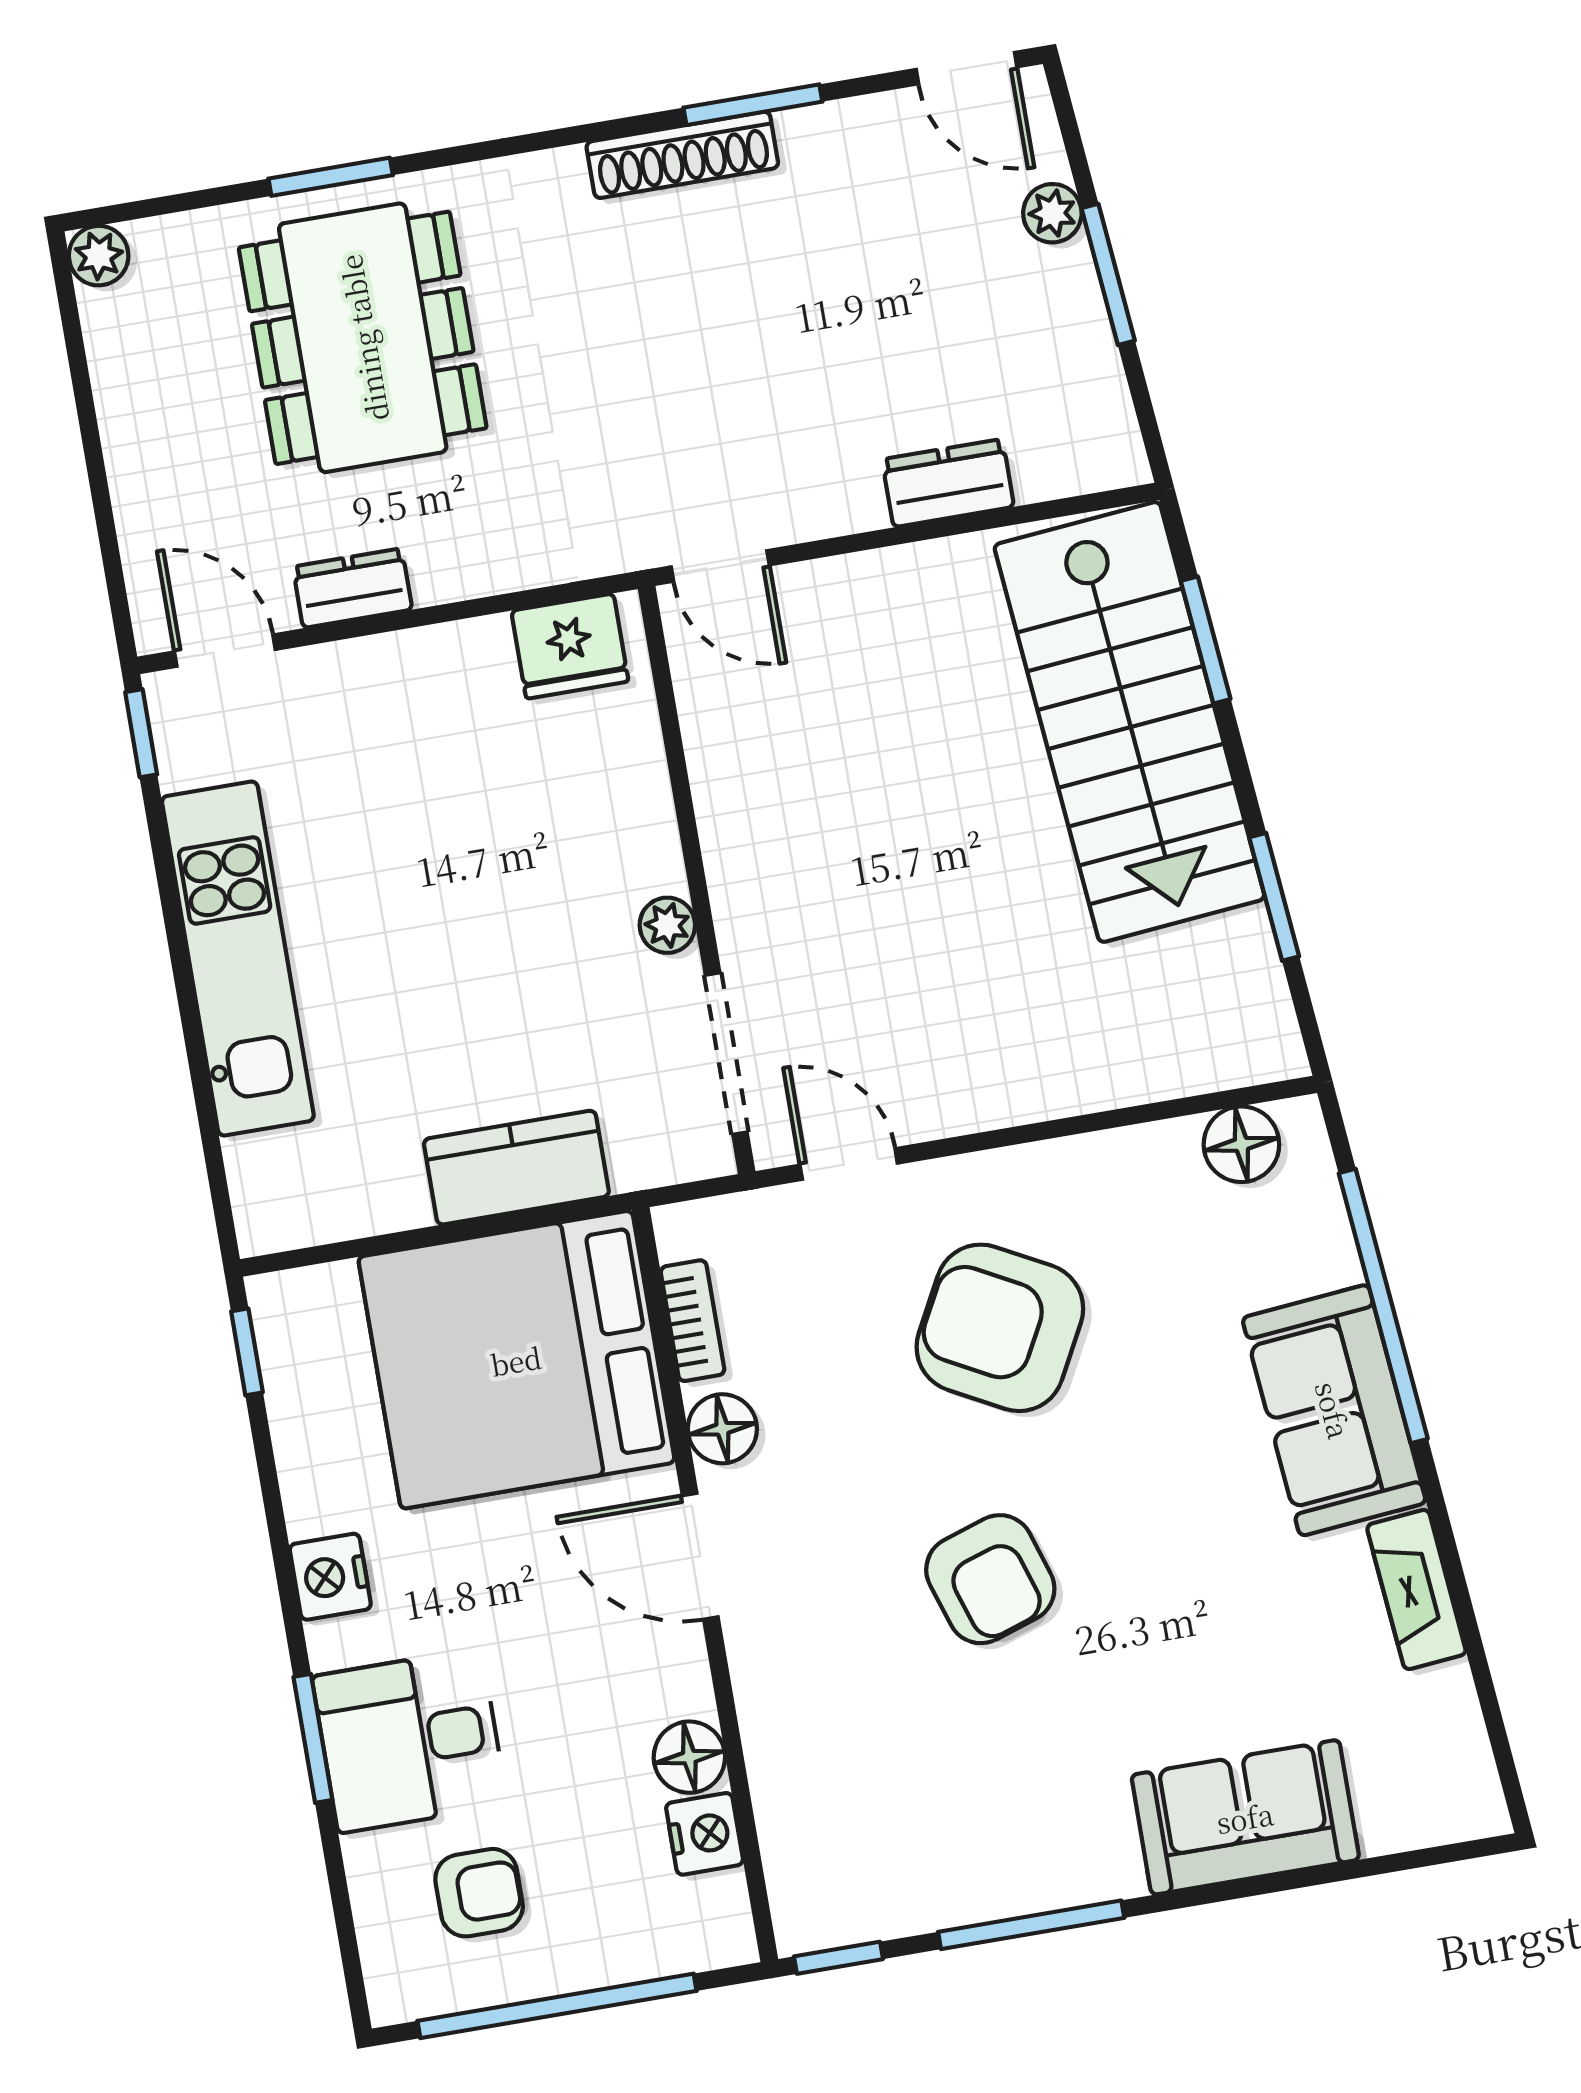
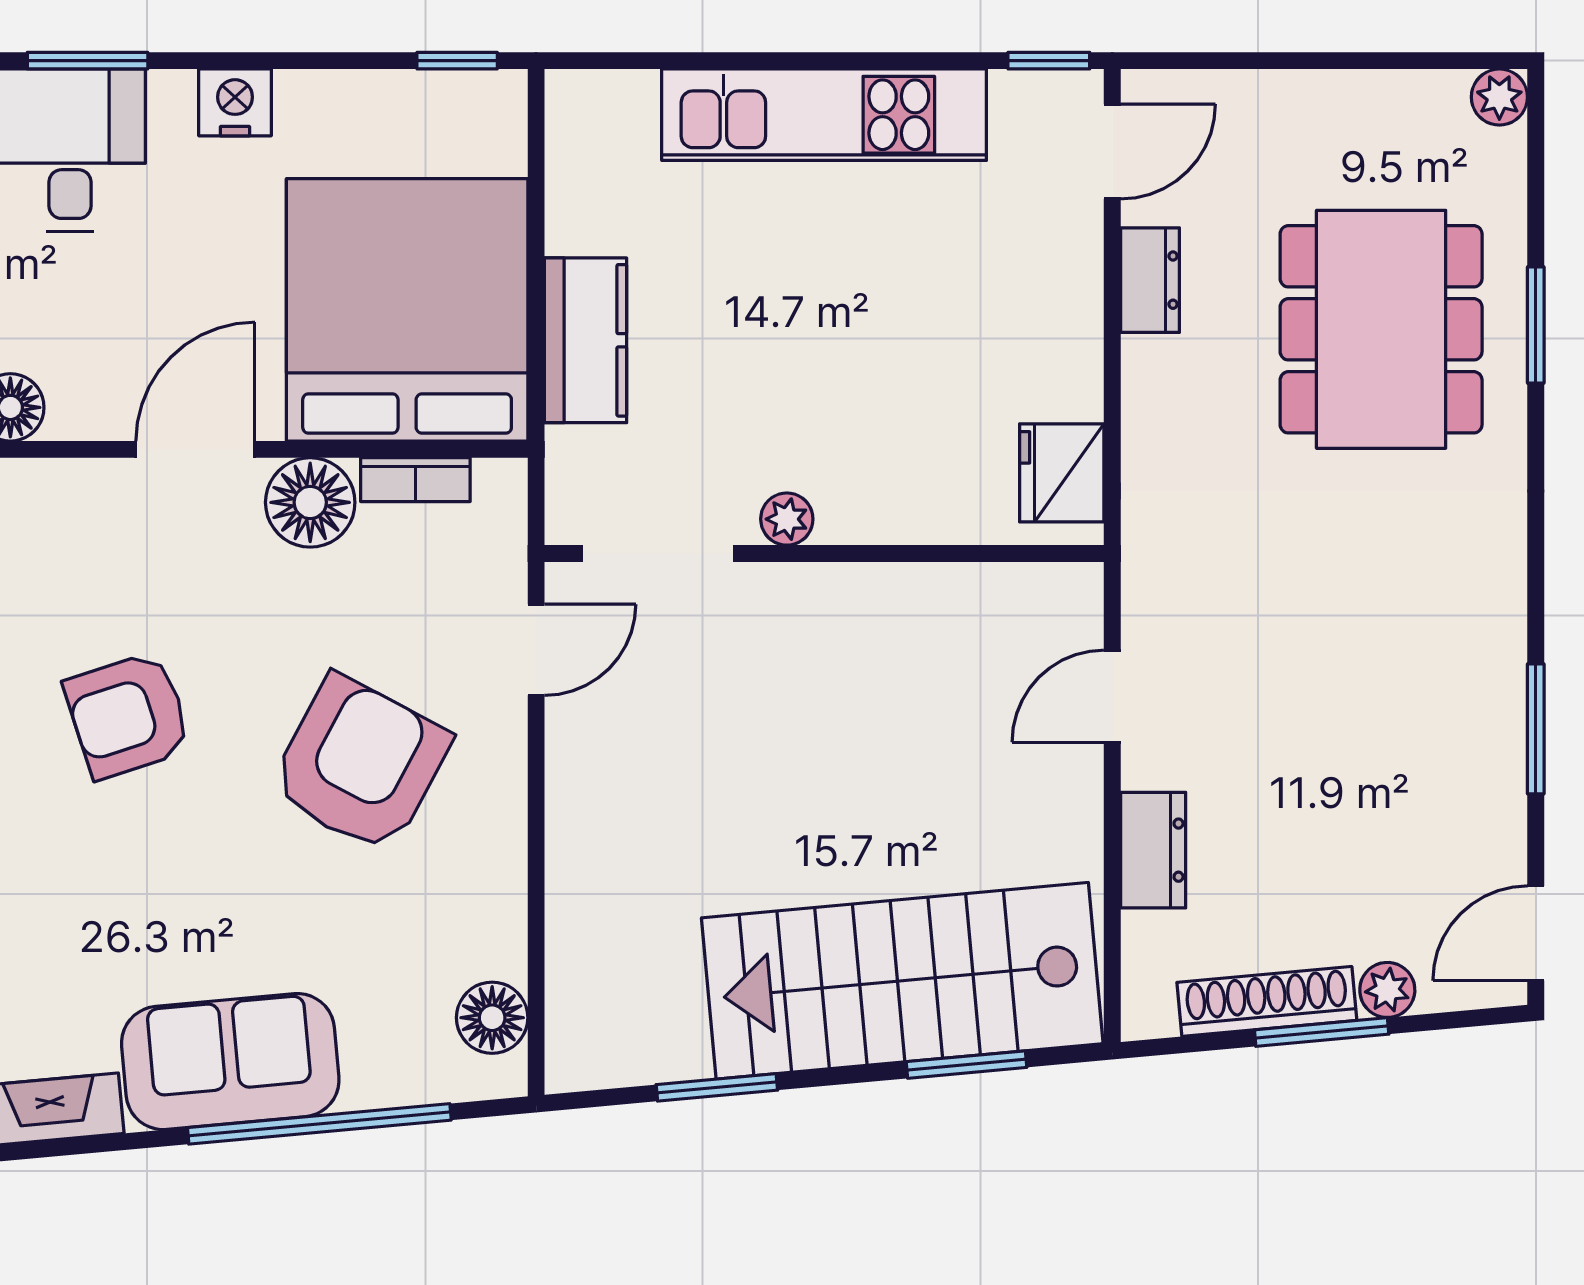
shoe rack: (682, 155) -> (1267, 1001), moved, turned 85
dining table: (363, 338) -> (1381, 329), turned 90
door: (720, 566) -> (1112, 696), moved
floor lamp: (722, 1429) -> (310, 502), width x1.38, depth x1.38

